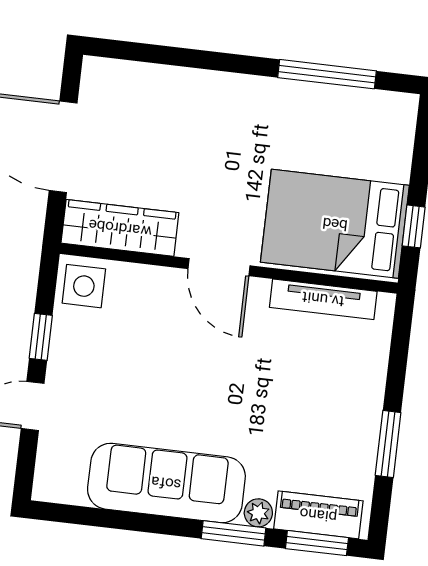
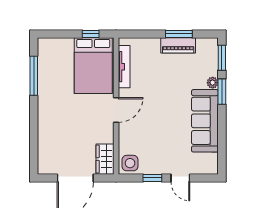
wardrobe: (120, 228) -> (105, 159), width x0.67
piano: (318, 515) -> (178, 45), moved, turned -90

